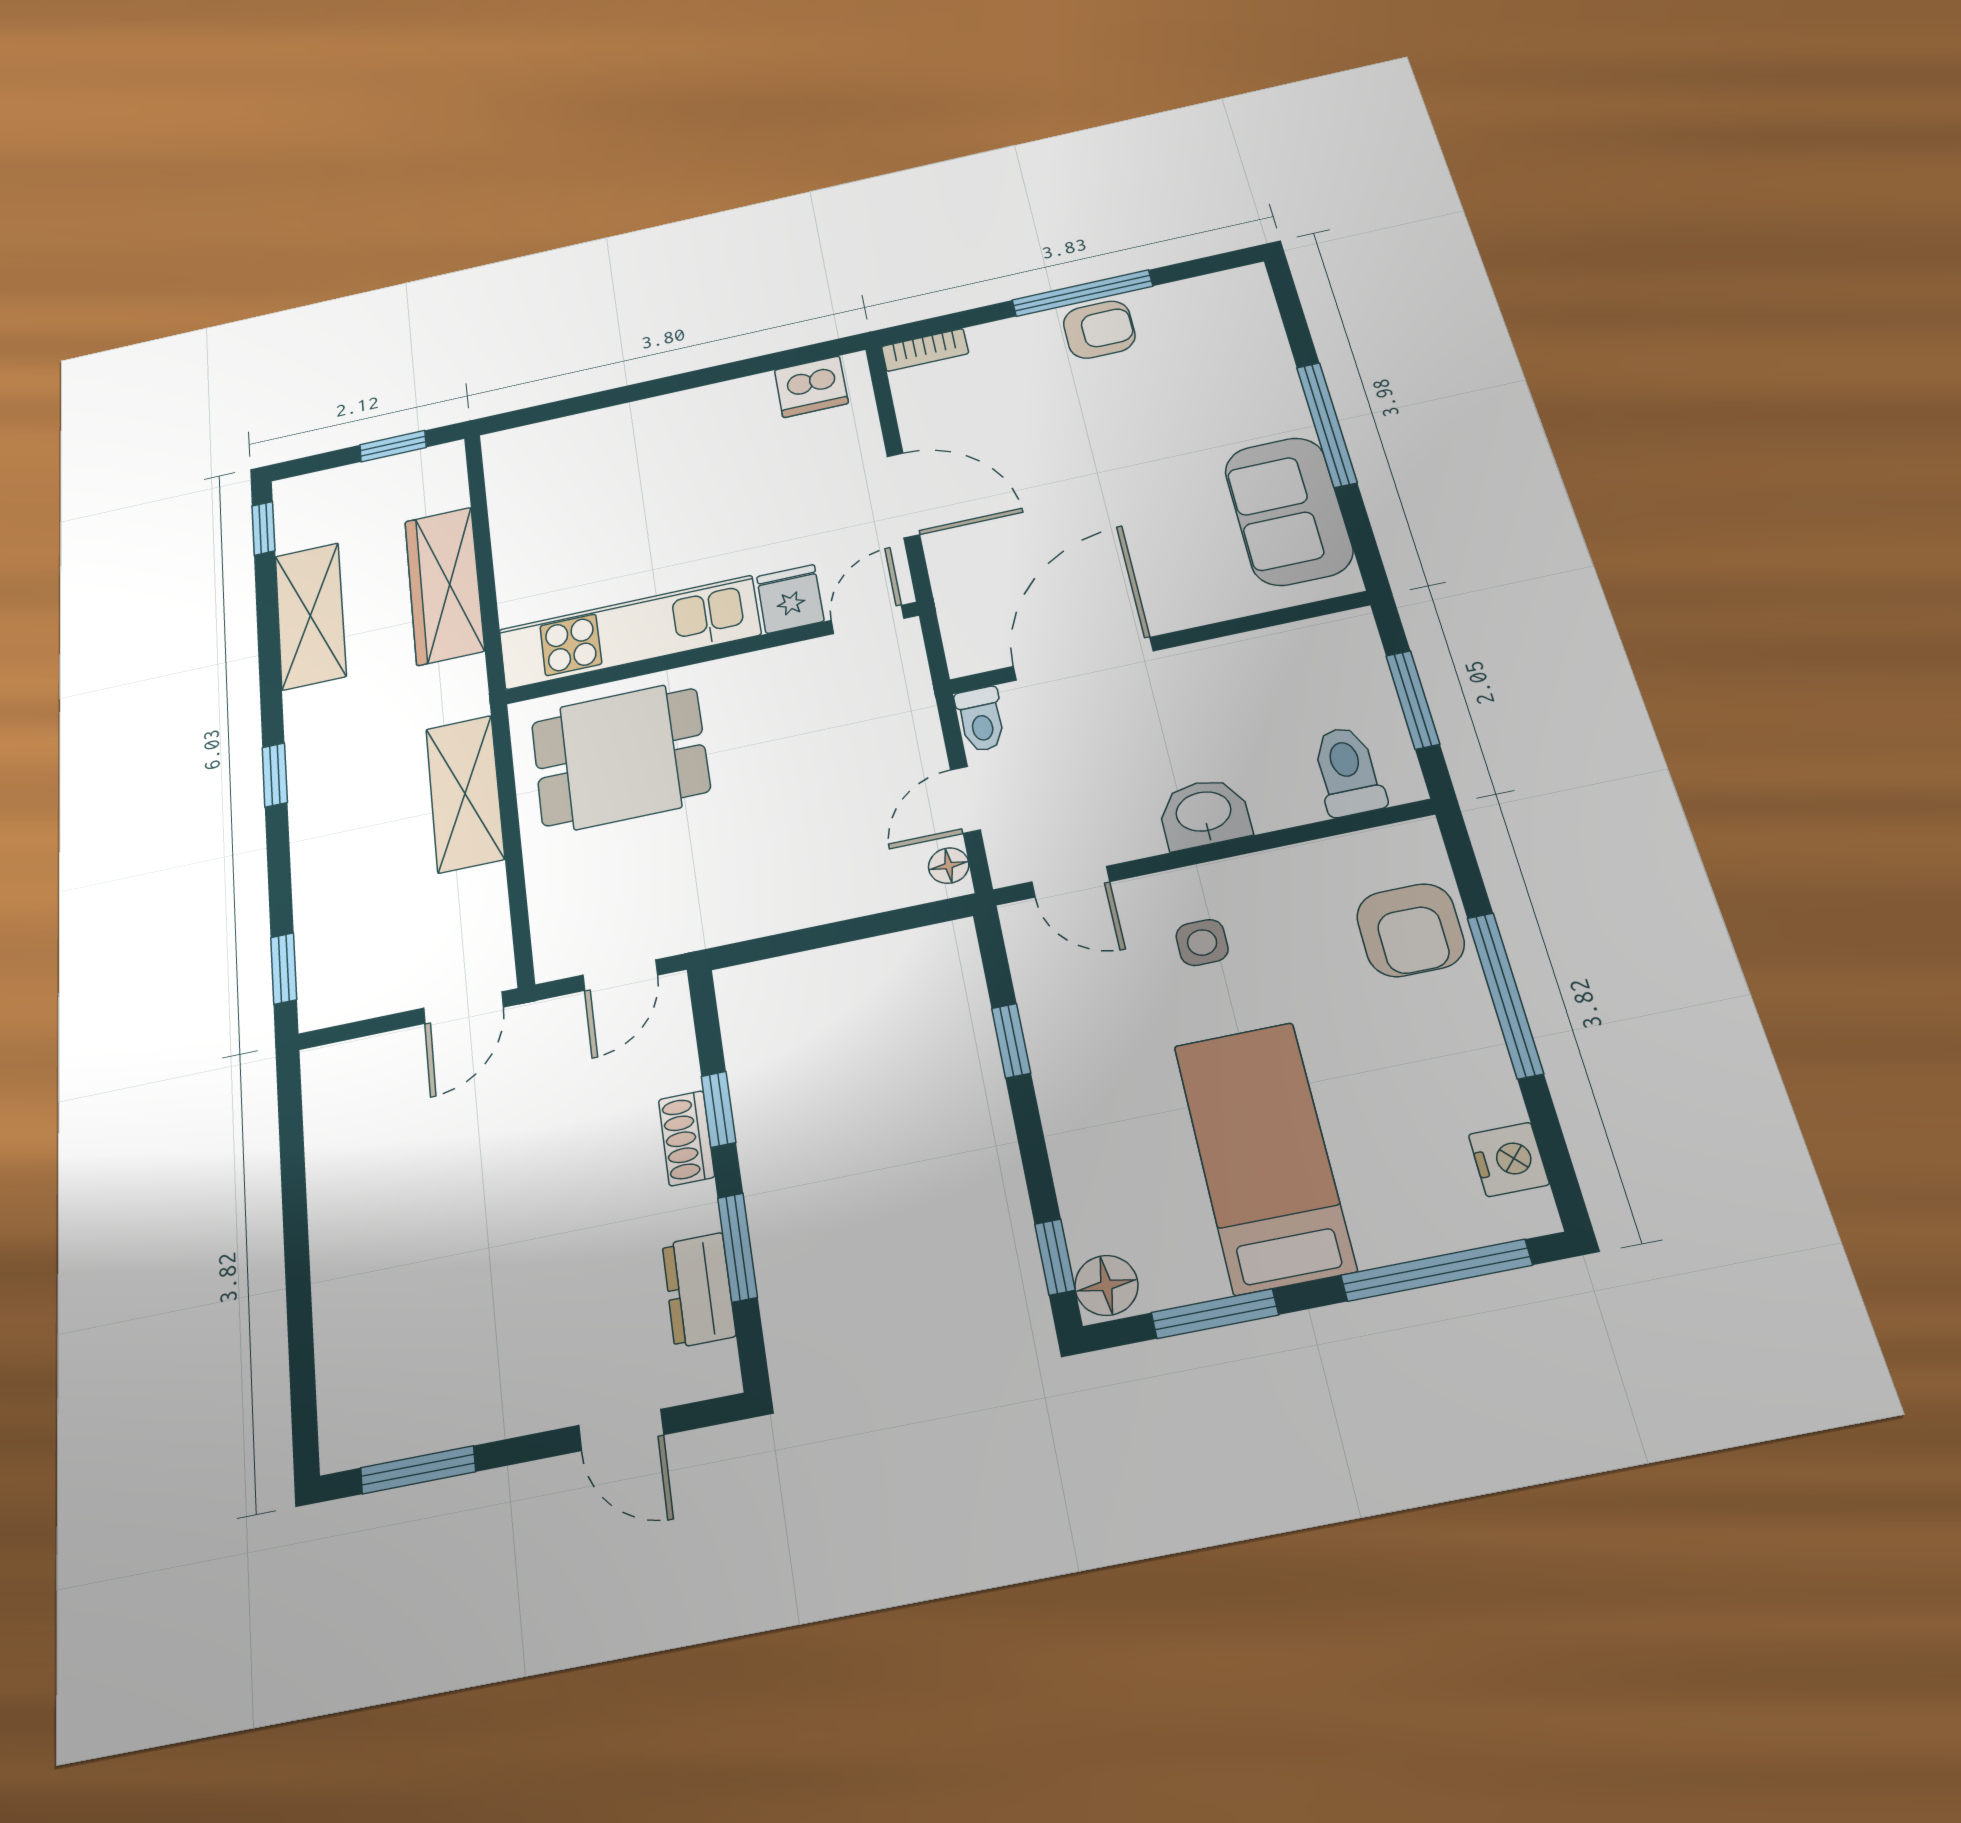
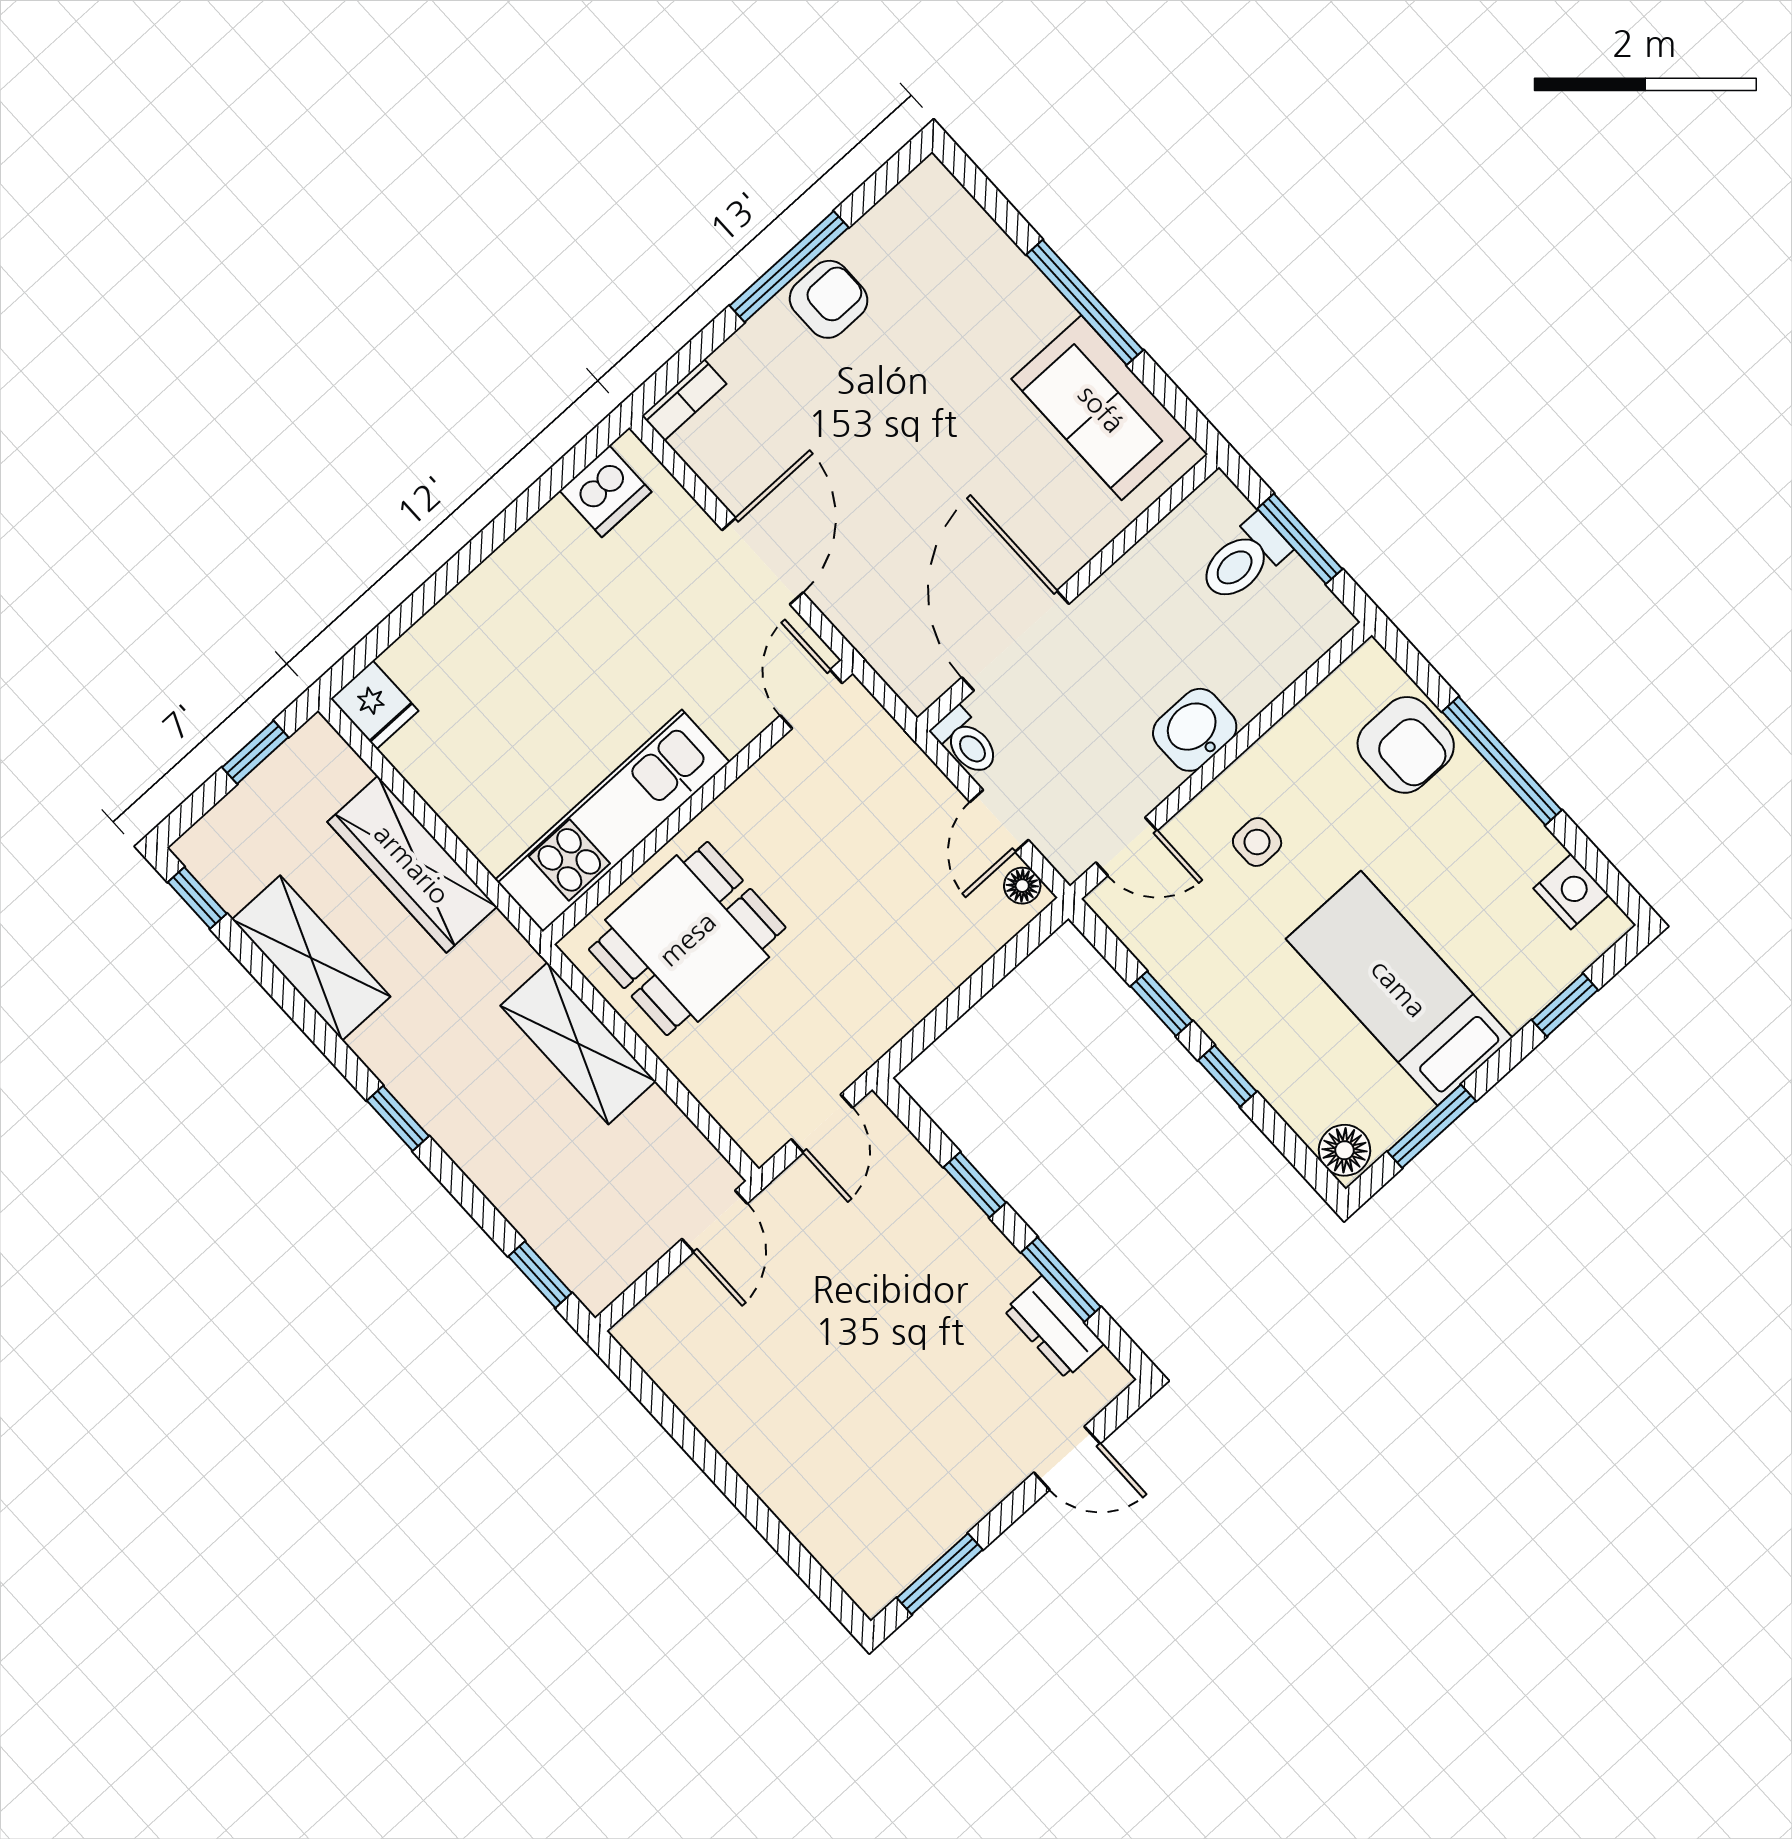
door: (903, 495) -> (763, 561), hinge flipped
fridge: (790, 599) -> (375, 705), moved, turned 180
toilet: (1348, 771) -> (1244, 559), moved, turned -90
shoe rack: (686, 1138) -> (966, 1221), removed
window: (1055, 1257) -> (1227, 1076), moved
window: (1436, 1270) -> (1565, 1005), width x0.46

